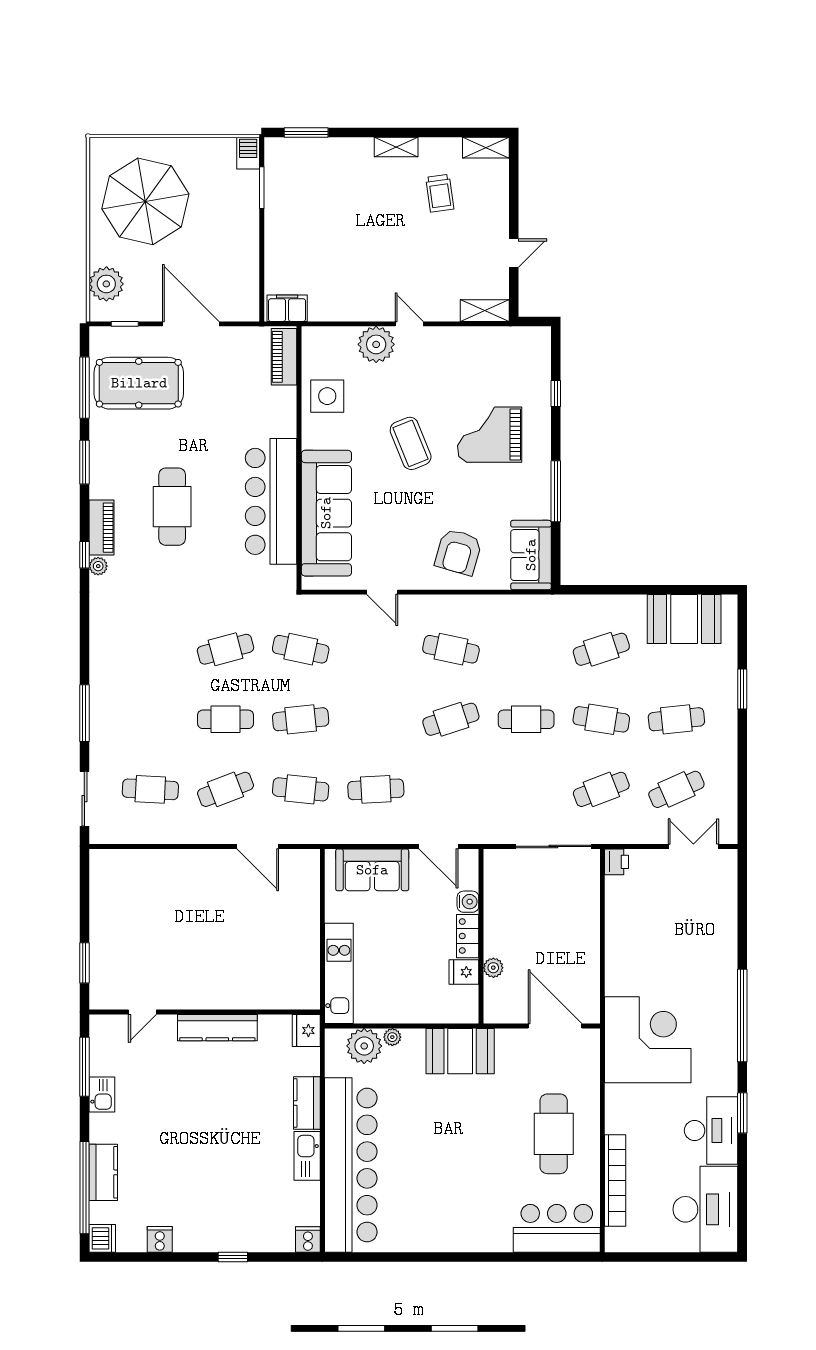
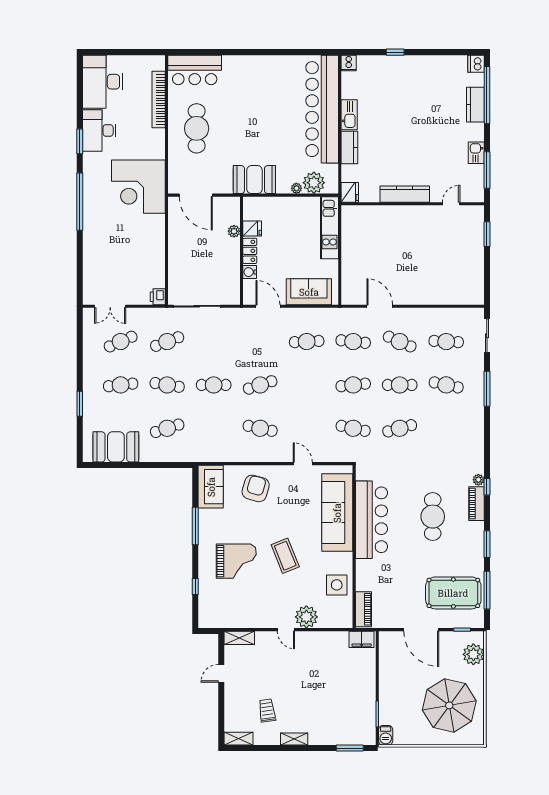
cafe table: (150, 719) -> (446, 385), added
cafe table: (226, 789) -> (400, 342), turned 45
cooker: (160, 1239) -> (440, 63), removed

